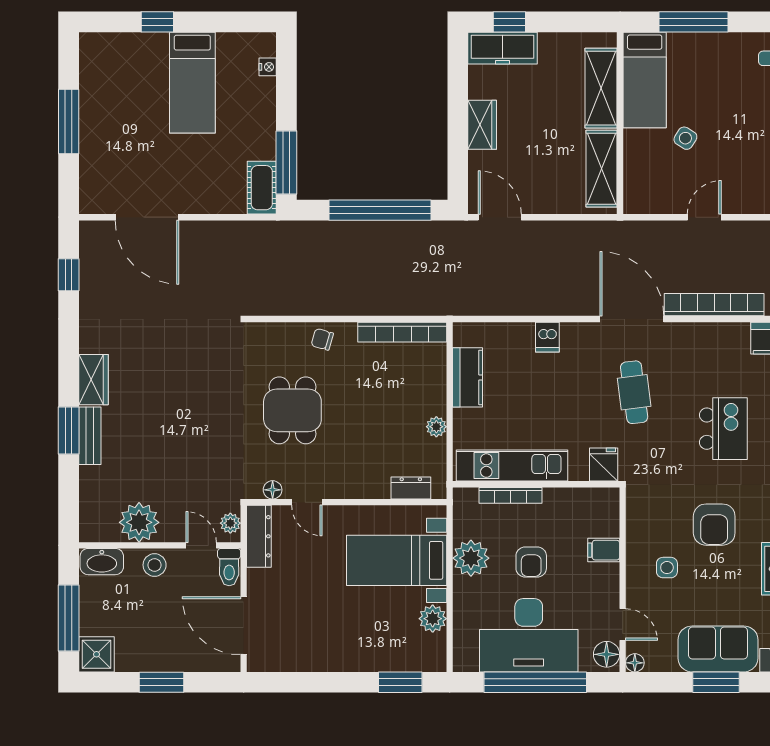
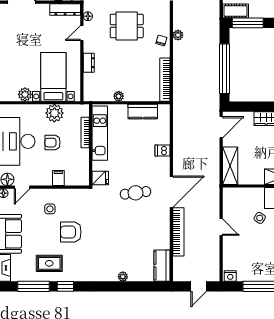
shelving: (602, 169) -> (230, 166), moved, turned 90
plant: (311, 305) -> (178, 35), added
kitchen island: (723, 429) -> (118, 236), removed
dresser: (411, 488) -> (89, 63), moved

